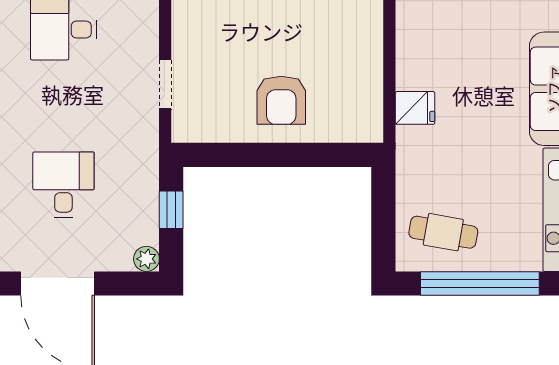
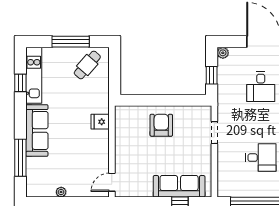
cafe table: (443, 232) -> (87, 65), turned -59
window: (480, 284) -> (71, 42), width x0.68

